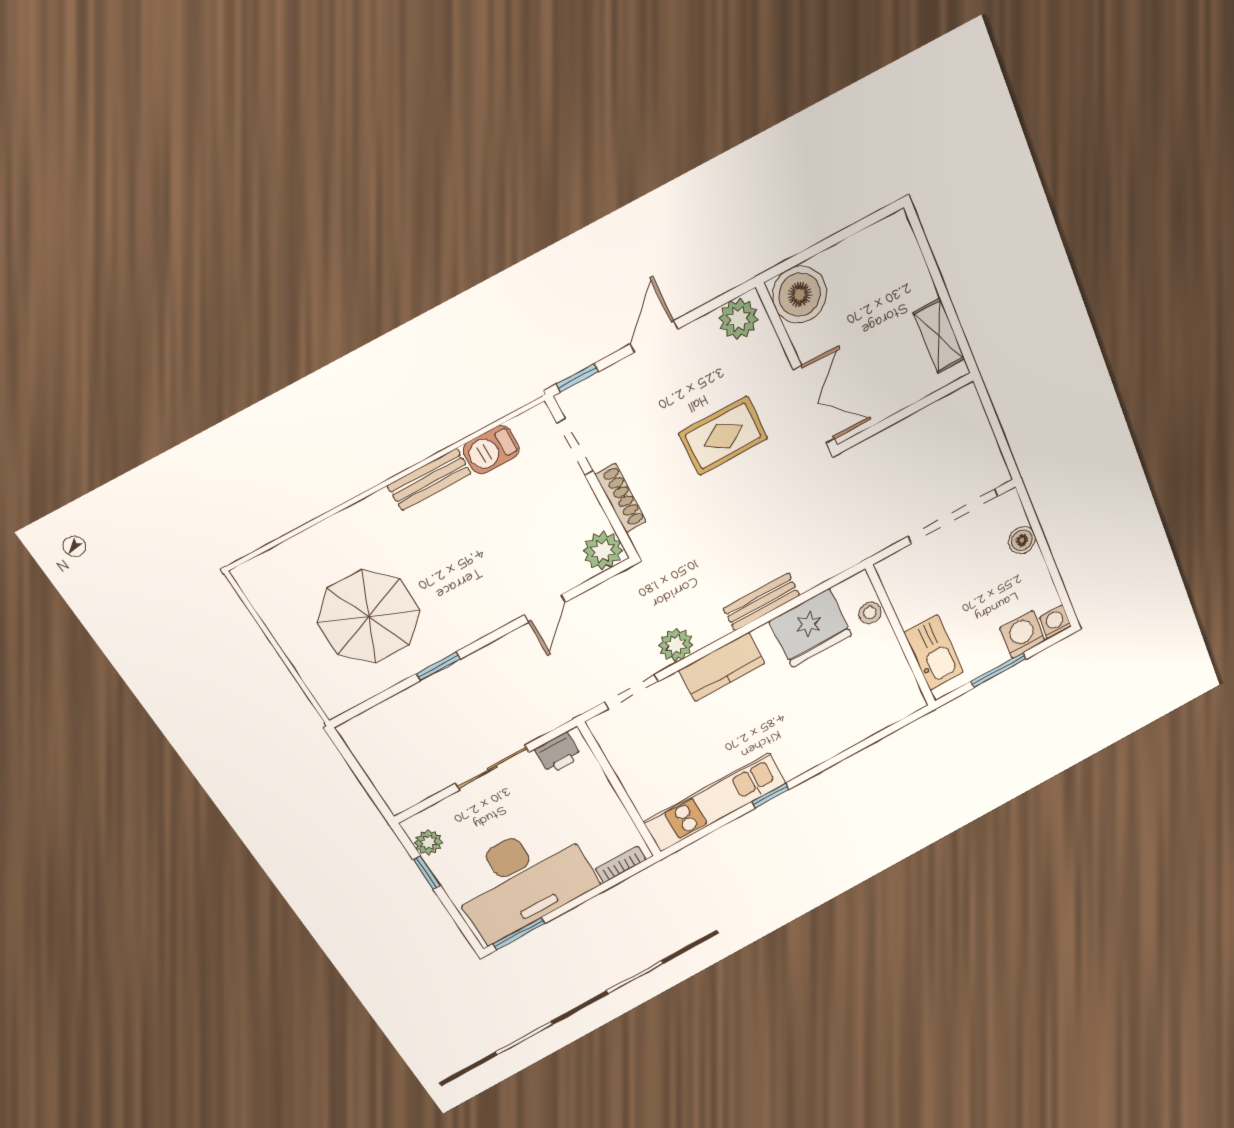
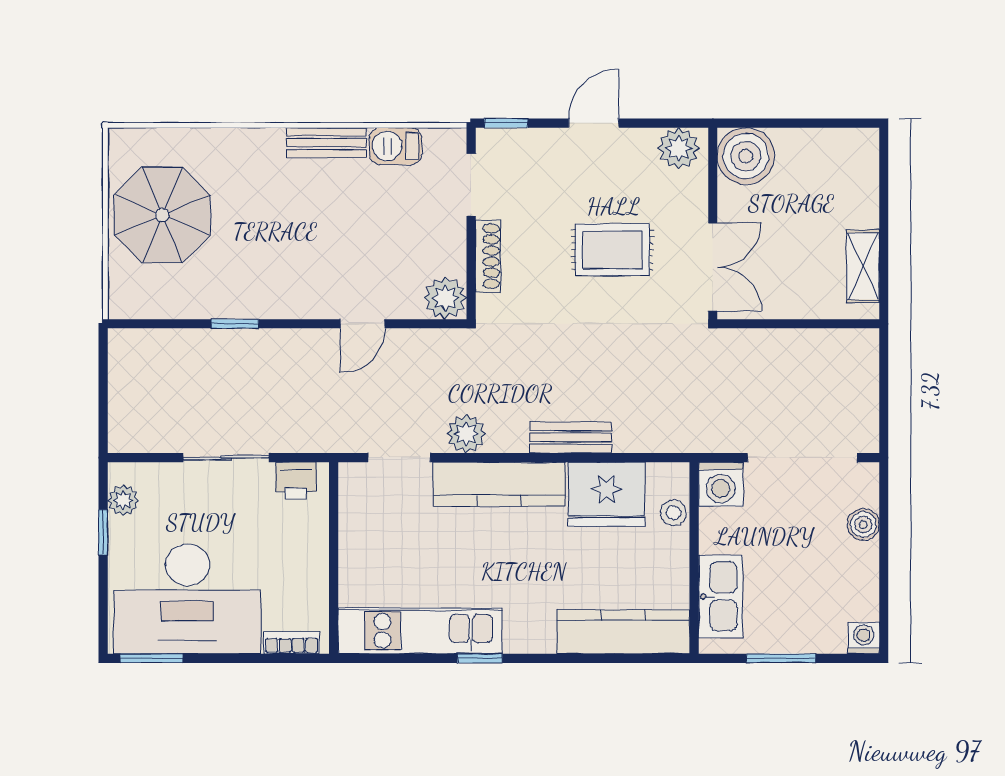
parasol: (369, 617) -> (162, 215), moved
washing machine: (1023, 634) -> (721, 484), moved, turned 180
kitchen counter: (722, 667) -> (499, 484), width x1.50
kitchen counter: (871, 718) -> (623, 632), added

